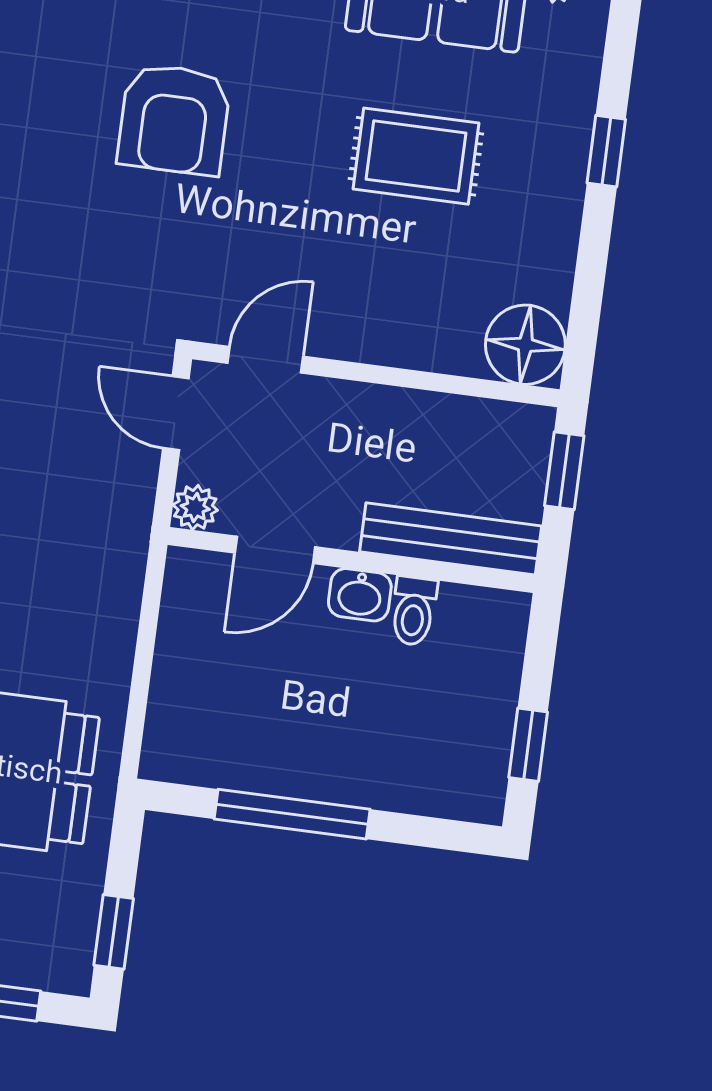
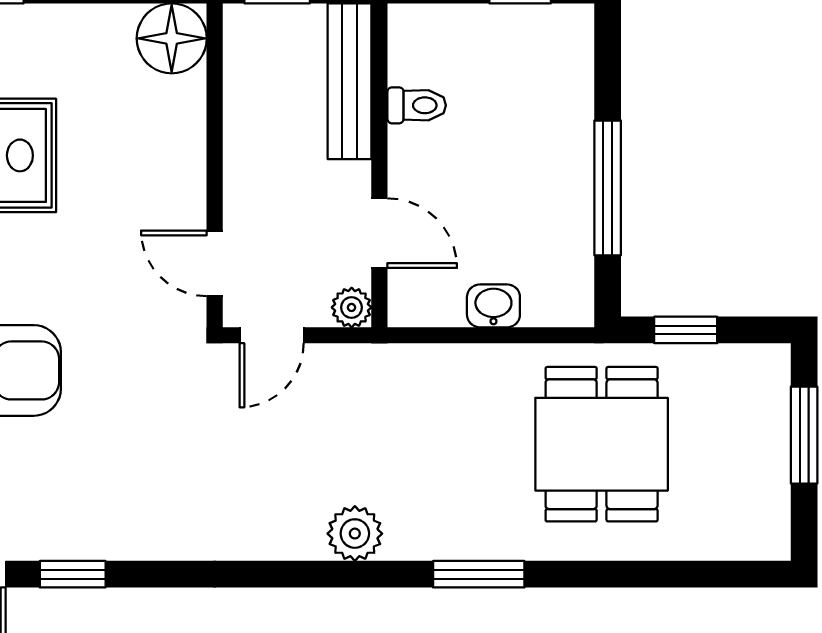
washbasin: (360, 595) -> (493, 306), moved, turned -90
window: (114, 932) -> (686, 330), moved

